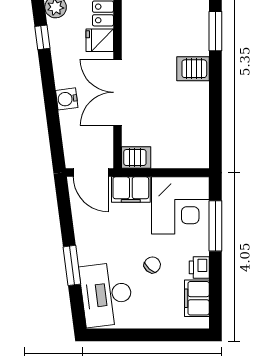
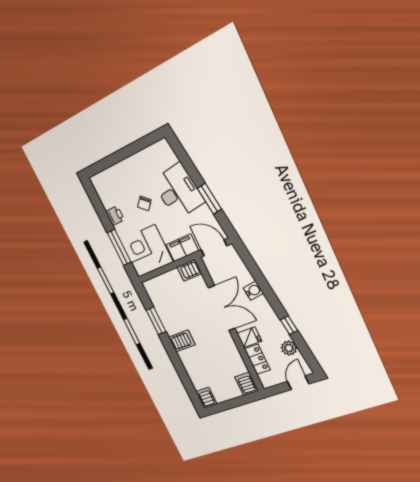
window: (215, 31) -> (156, 321), moved
window: (72, 265) -> (209, 199), moved
desk: (106, 294) -> (178, 191), moved
filing cabinet: (197, 298) -> (106, 194), removed

